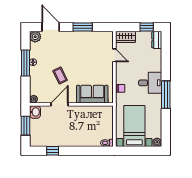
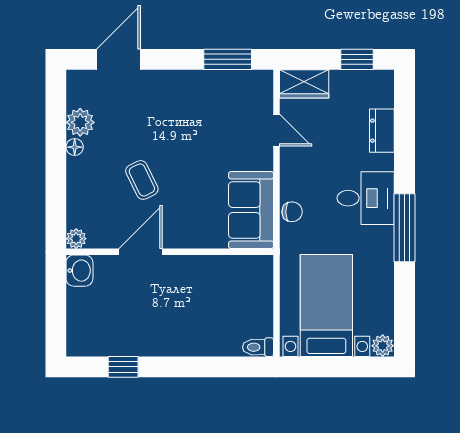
door: (51, 27) -> (118, 59), hinge flipped
window: (83, 27) -> (228, 59), moved
plant: (35, 37) -> (80, 122), moved
dresser: (157, 40) -> (382, 131), moved
window: (25, 63) -> (56, 149), removed
sofa: (92, 94) -> (251, 210), moved, turned -90
window: (25, 126) -> (56, 304), removed

